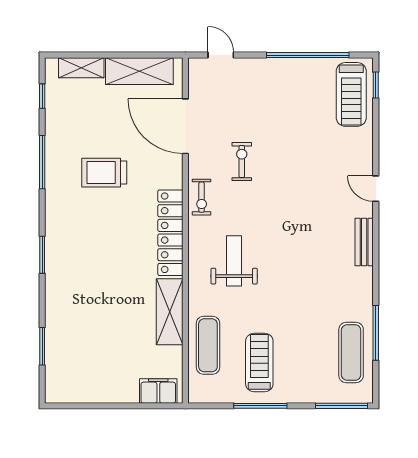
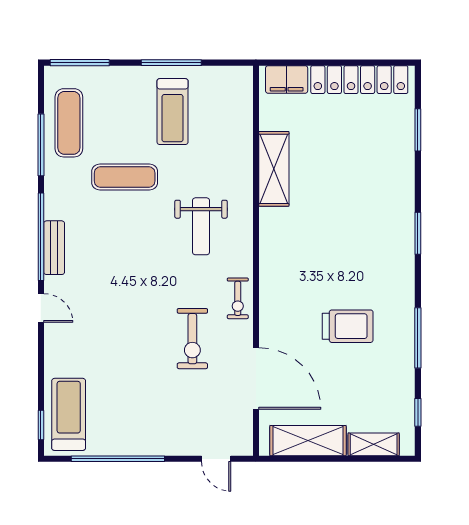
exercise bike: (242, 161) -> (192, 339), width x1.38, depth x1.39
exercise bike: (202, 197) -> (238, 298), turned 180
locker: (170, 233) -> (359, 80), moved, turned 90
window: (376, 252) -> (41, 237), added
exercise mat: (208, 345) -> (125, 177), moved, turned 90

